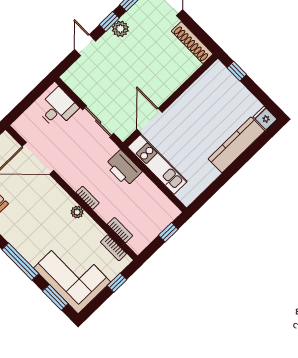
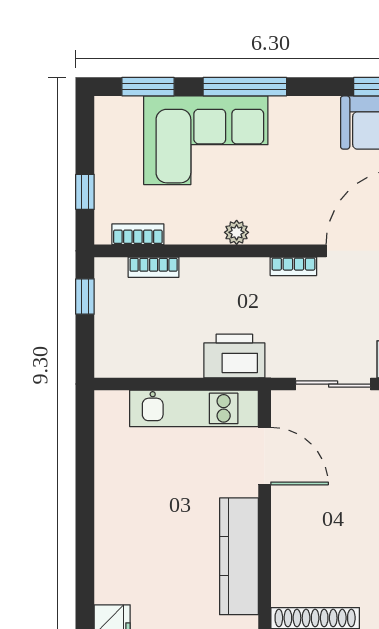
kitchen counter: (236, 145) -> (239, 556), moved, turned 180
bookcase: (88, 198) -> (293, 266), moved
window: (168, 232) -> (85, 297), moved
corner sofa: (72, 275) -> (206, 140), moved

